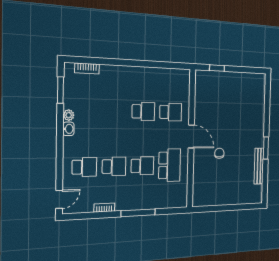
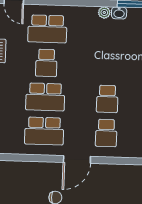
washbasin: (68, 129) -> (119, 13), moved
school desk: (142, 166) -> (45, 97), width x1.85
school desk: (84, 167) -> (47, 29), width x1.85

